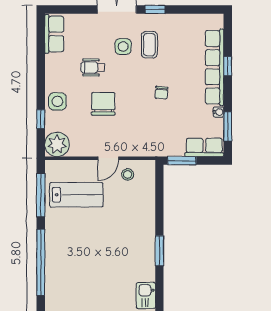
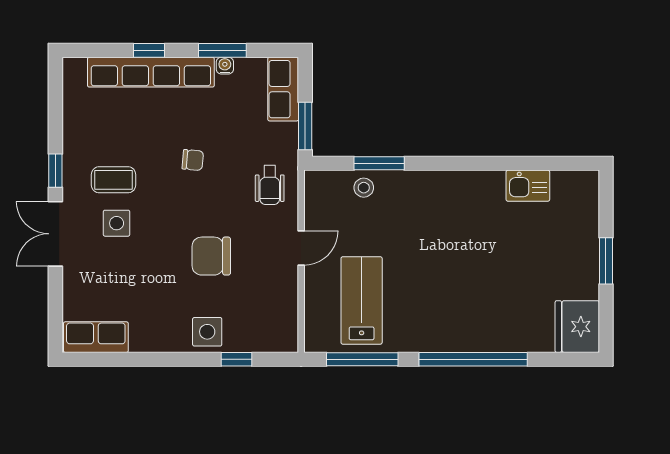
wheelchair: (93, 67) -> (270, 185), moved
window: (228, 126) -> (222, 50), moved
plant: (57, 144) -> (278, 332), removed
door: (108, 158) -> (301, 248), hinge flipped
stool: (128, 174) -> (364, 188), moved
window: (159, 251) -> (379, 163), moved

